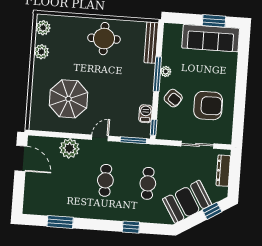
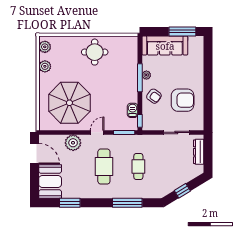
window: (214, 21) -> (182, 31), width x1.44
sofa: (211, 38) -> (165, 46), moved
bench: (151, 43) -> (133, 53), removed
parasol: (68, 99) -> (69, 103), width x1.36, depth x1.36
cafe table: (105, 180) -> (104, 167), width x1.37, depth x1.35
booth: (187, 202) -> (50, 181), moved, turned -59
window: (212, 211) -> (182, 191), moved
window: (131, 227) -> (127, 203), width x2.17

